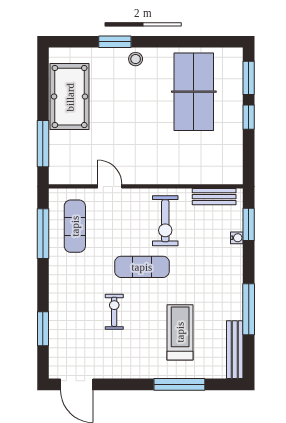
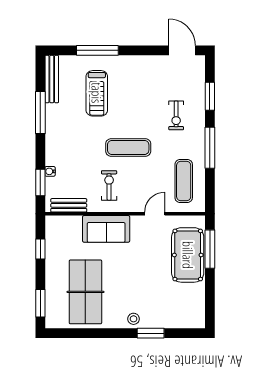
pool table: (70, 97) -> (188, 255), moved
window: (249, 117) -> (40, 249), moved
sofa: (169, 168) -> (106, 229), added
door: (110, 186) -> (155, 214), swing flipped
exercise bike: (165, 221) -> (109, 185), width x0.73, depth x0.72
window: (43, 234) -> (210, 148), moved
exercise bike: (114, 312) -> (176, 115), moved

